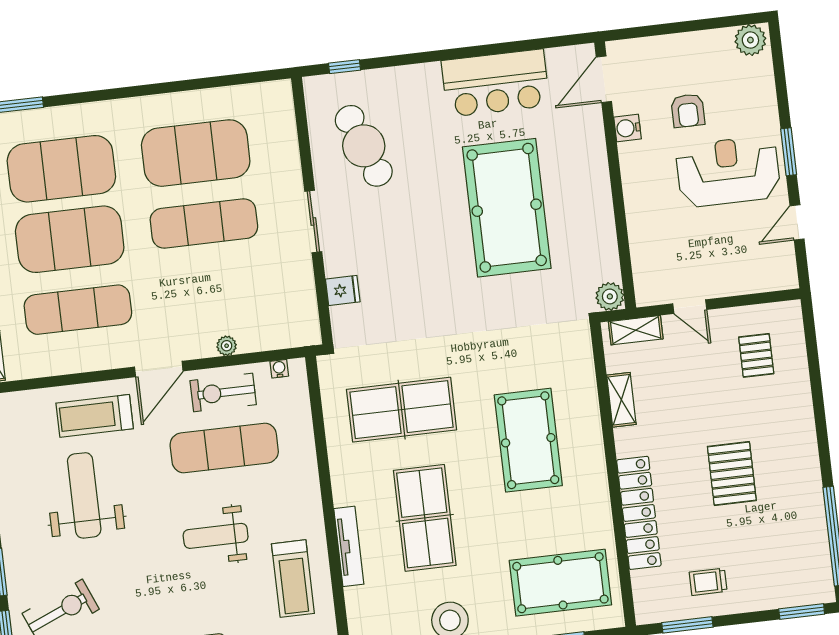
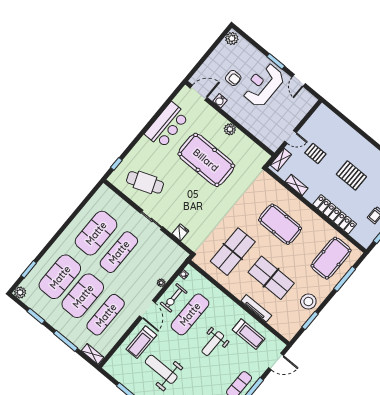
door: (604, 79) -> (199, 93), swing flipped
plant: (610, 296) -> (230, 129), moved
pallet: (756, 355) -> (315, 153), moved

